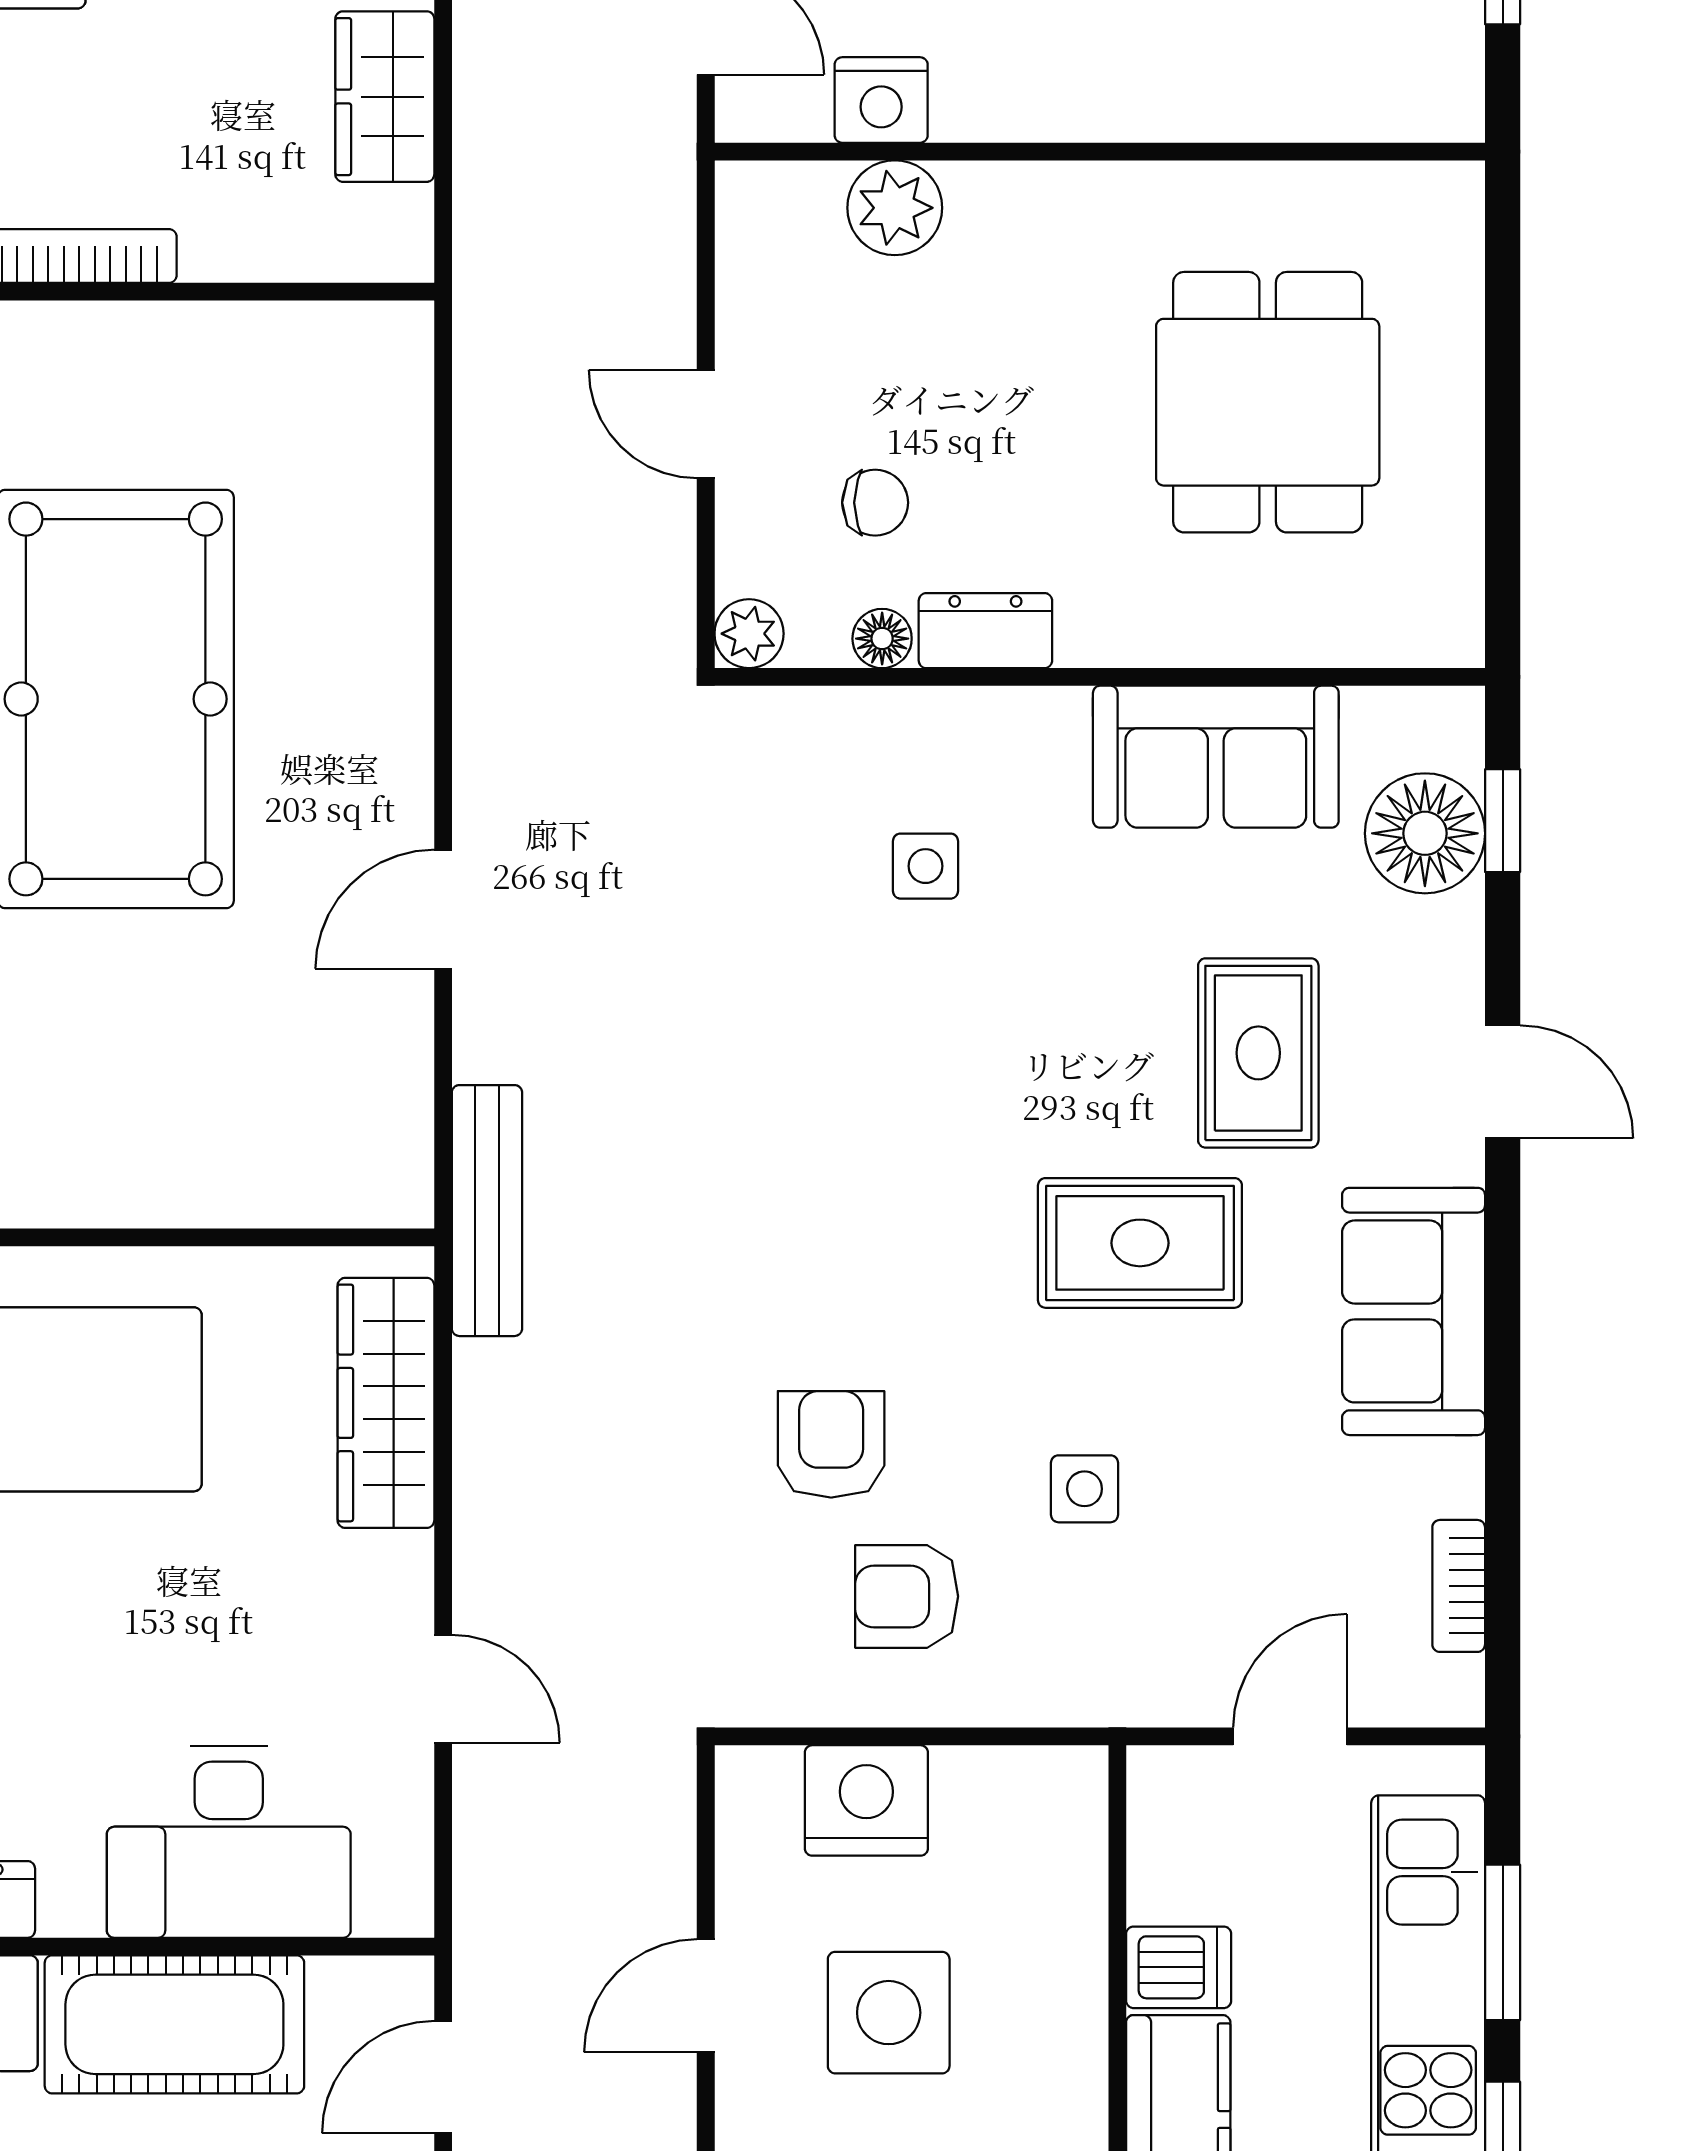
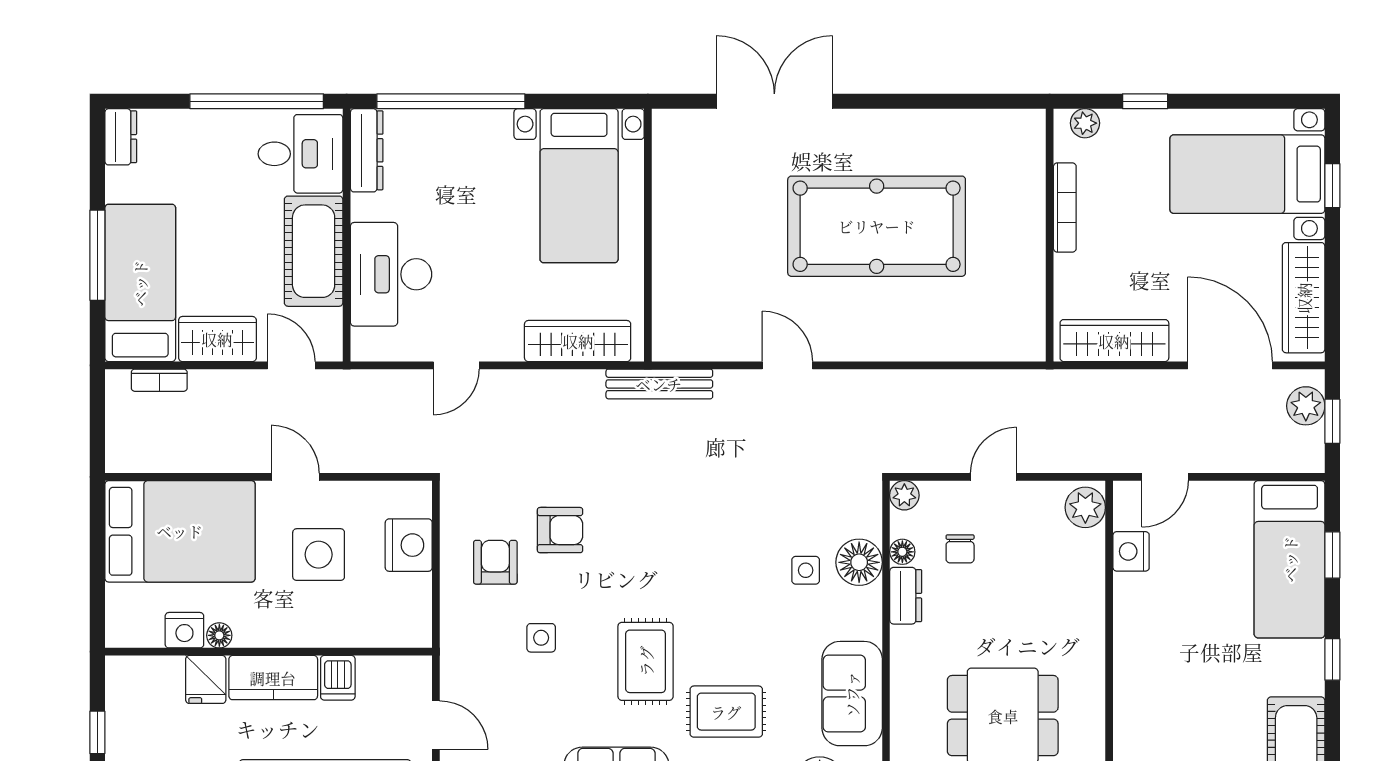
wardrobe: (385, 97) -> (1114, 341), width x1.50
plant: (895, 208) -> (1085, 507), moved
floor lamp: (907, 740) -> (859, 562), added
door: (706, 1996) -> (295, 477), moved

